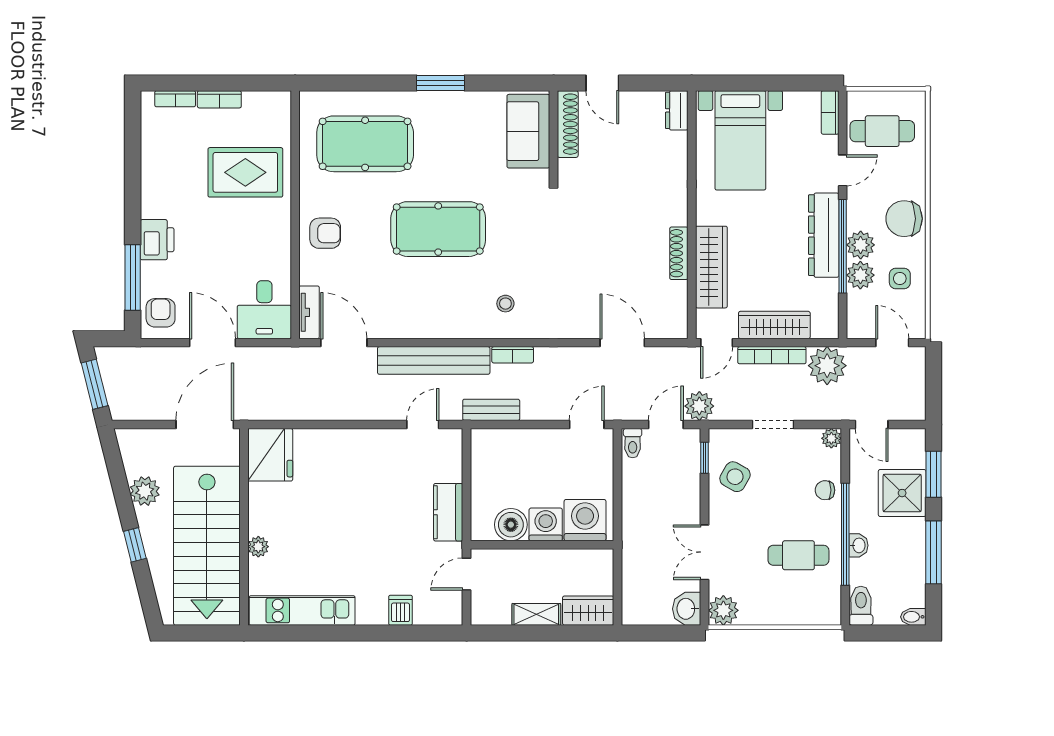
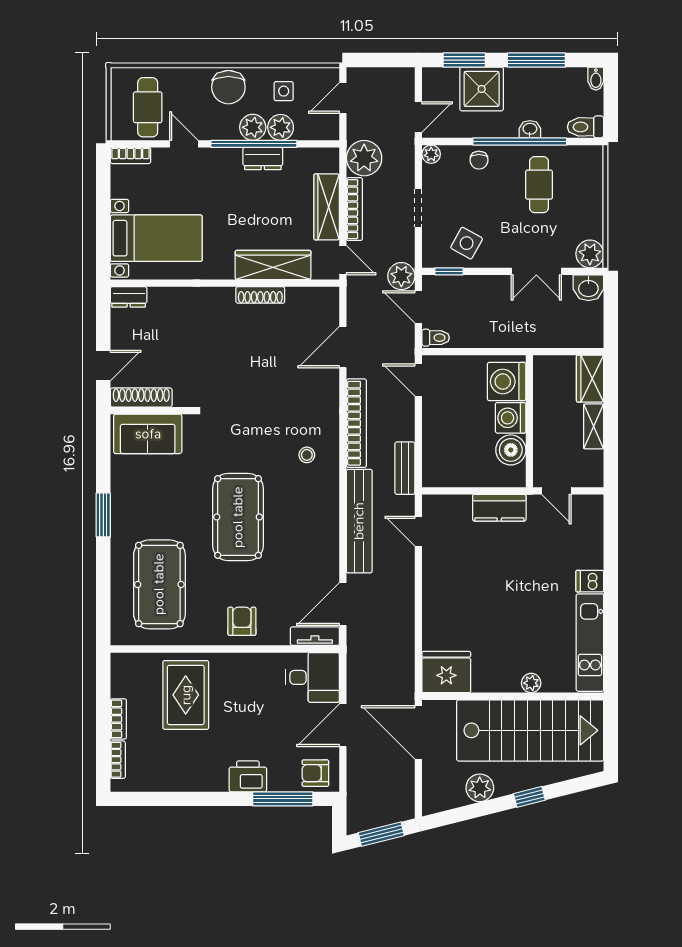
dresser: (824, 235) -> (263, 159), width x0.51, depth x0.80
bookcase: (513, 355) -> (356, 423), width x2.31, depth x1.31
dishwasher: (400, 610) -> (590, 581), moved

